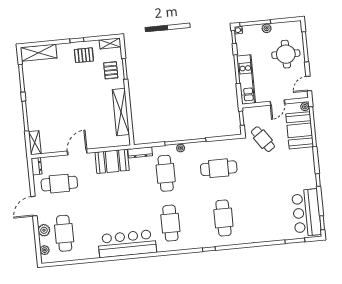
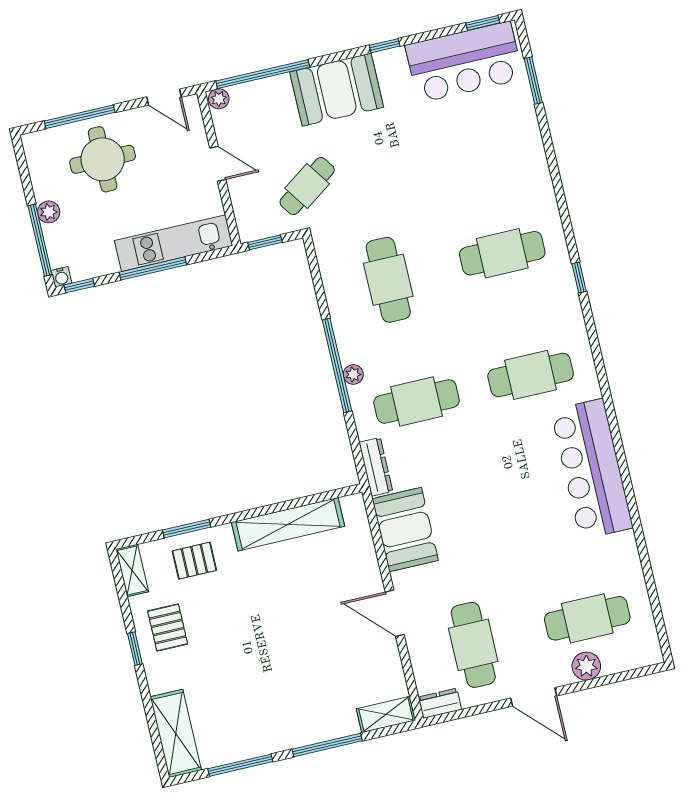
booth: (300, 130) -> (337, 90), moved
plant: (45, 250) -> (632, 659), removed

